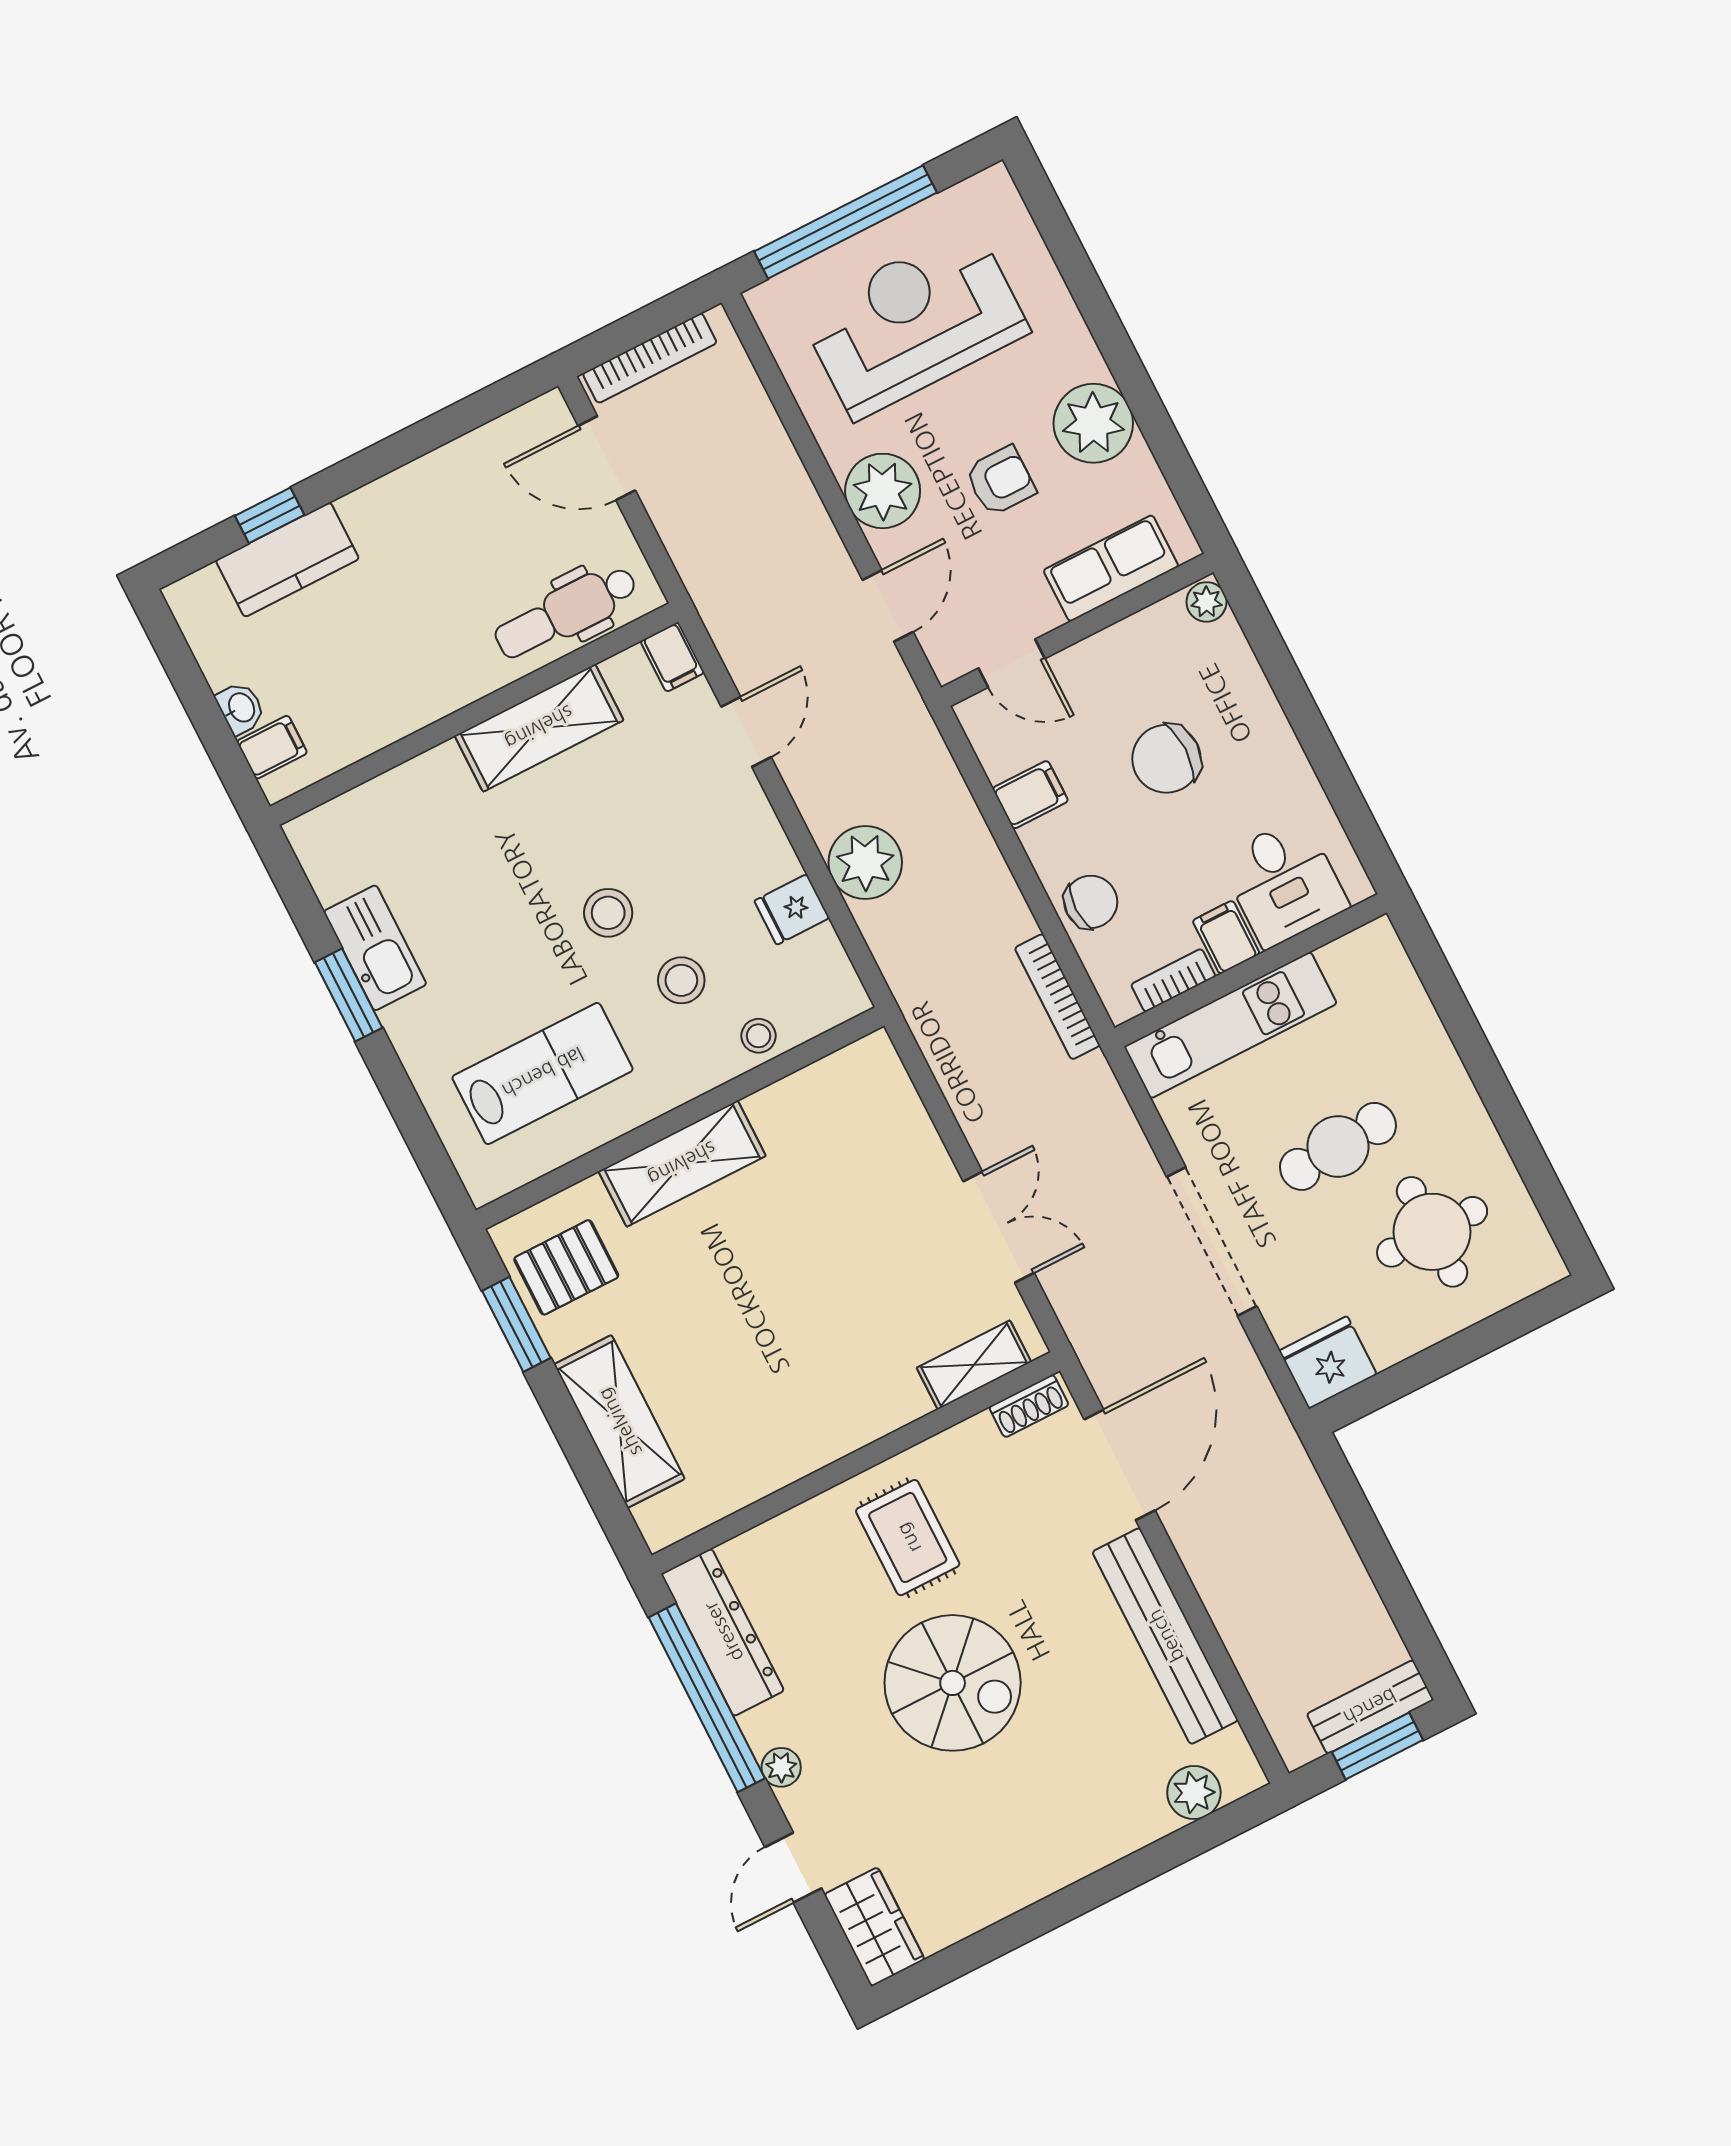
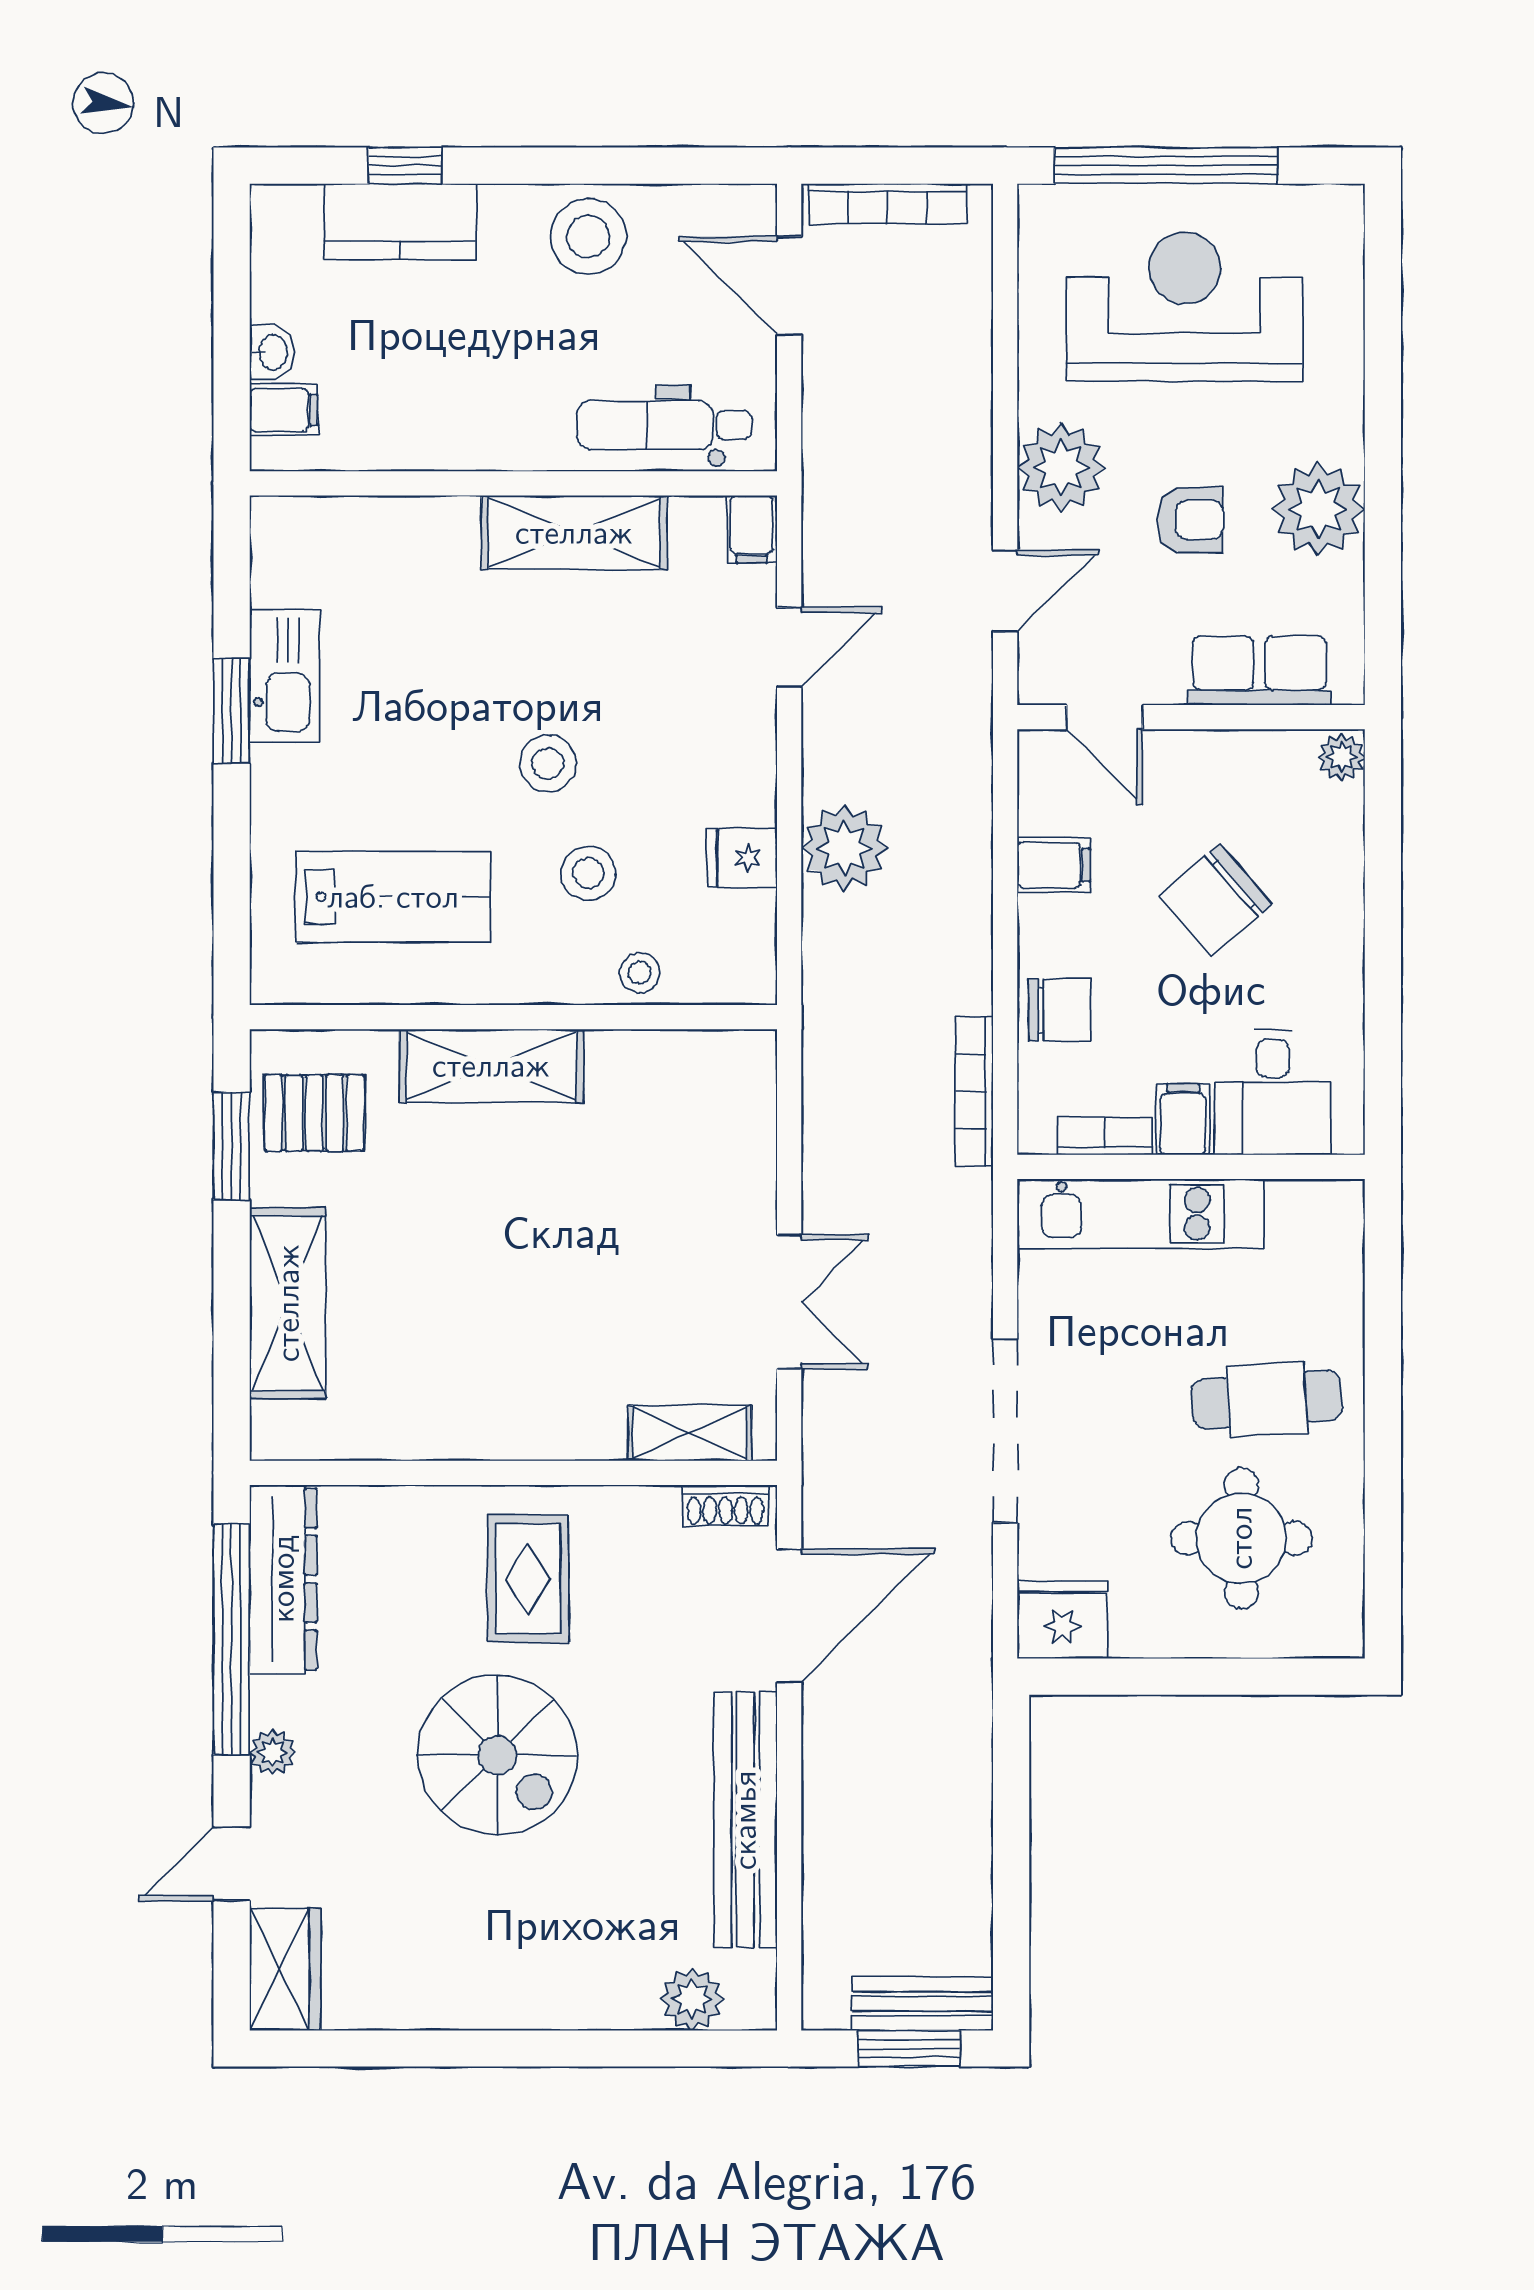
stool: (436, 499) -> (588, 237), added
chair: (1166, 759) -> (1216, 900), turned -41
cafe table: (1338, 1146) -> (1267, 1400), moved

